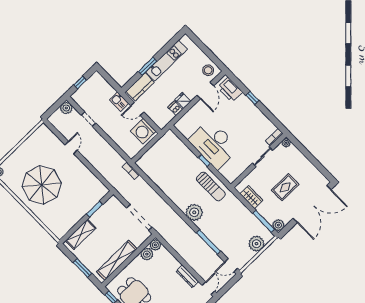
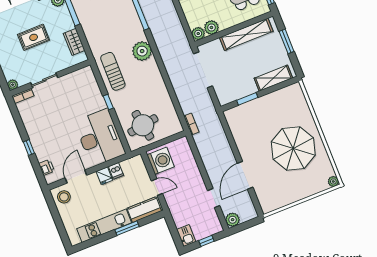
printer: (230, 90) -> (47, 167), width x0.53, depth x0.68
kitchen sink: (119, 102) -> (186, 236), moved
desk: (214, 144) -> (100, 138), moved
door: (71, 148) -> (245, 175), width x1.88
round table: (169, 154) -> (143, 125), added

